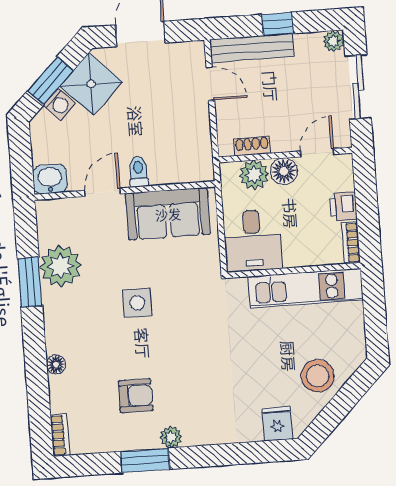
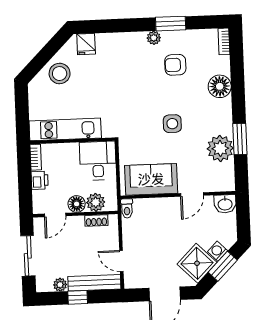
plant: (334, 41) -> (60, 285), moved
toilet: (138, 172) -> (127, 208), moved
floor lamp: (56, 365) -> (220, 86), width x1.89, depth x1.89

